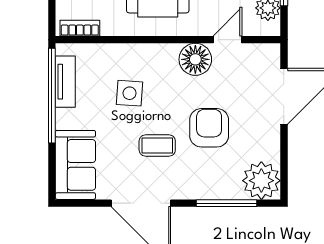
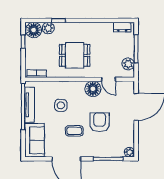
door: (227, 40) -> (109, 79), swing flipped
tv unit: (65, 82) -> (30, 105), width x1.41
plant: (261, 181) -> (129, 152), width x0.53, depth x0.53

